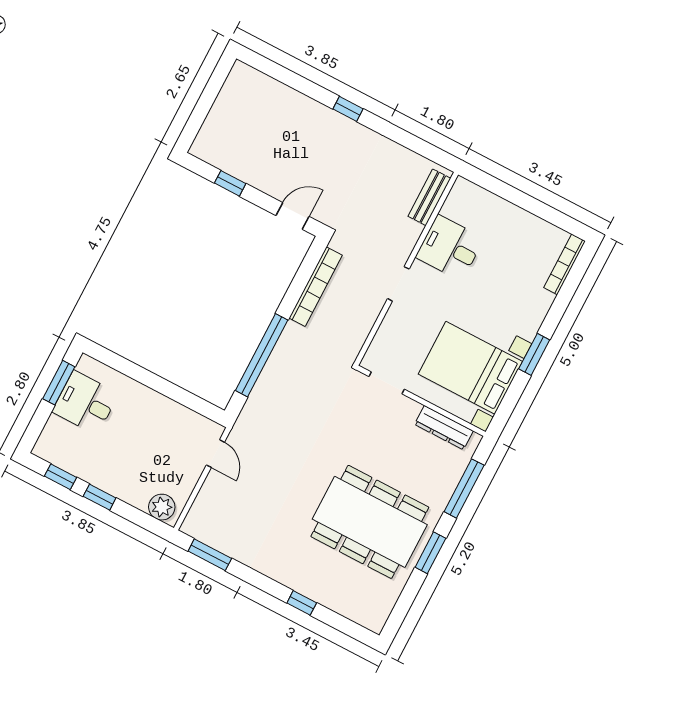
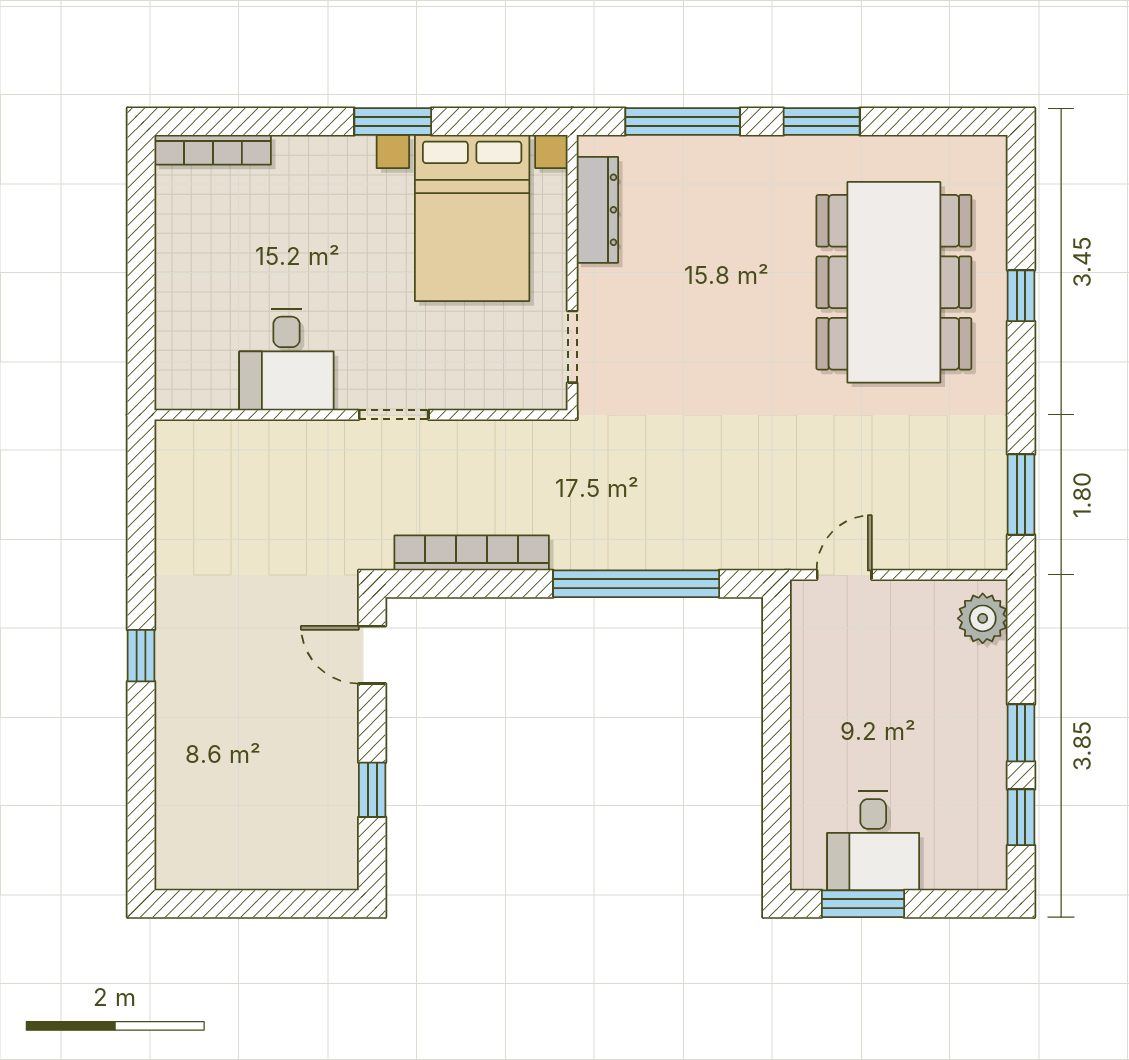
bench: (429, 197) -> (219, 439), removed
dining table: (370, 522) -> (894, 282), moved

